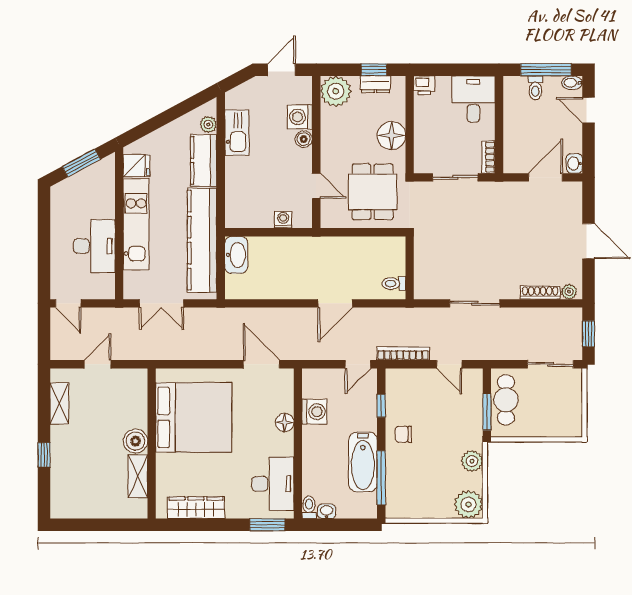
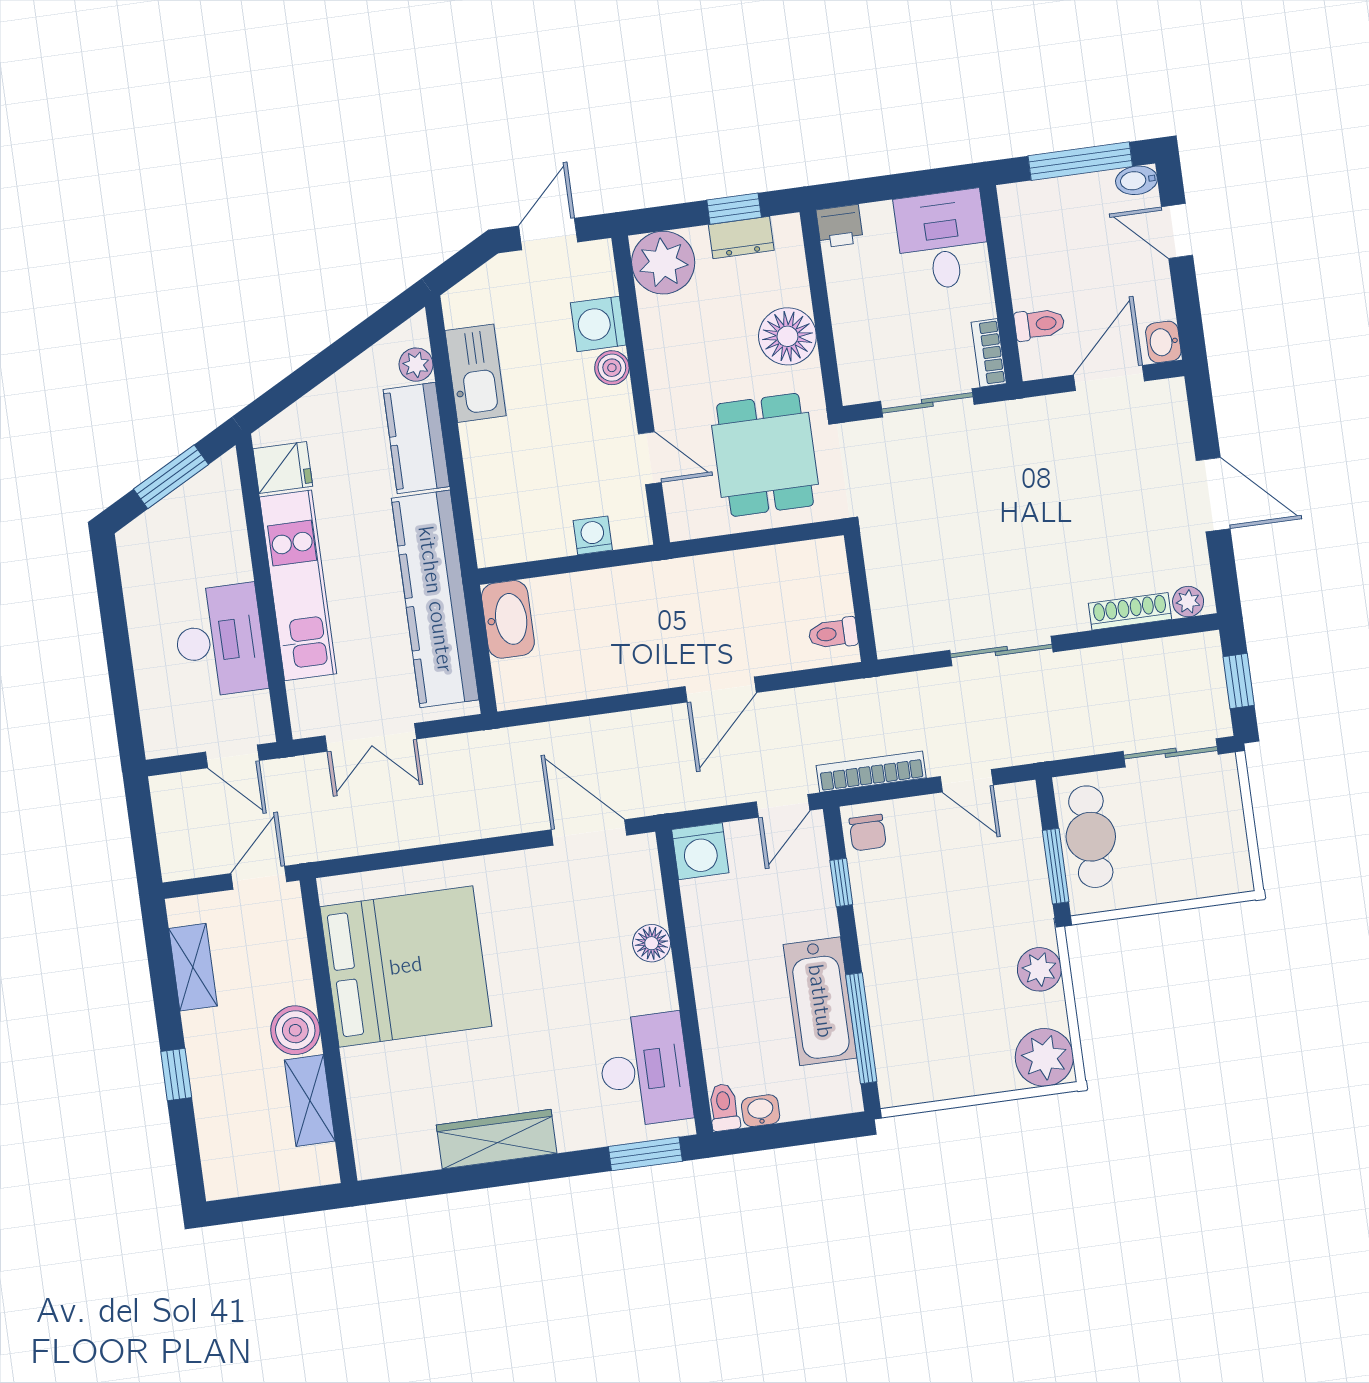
toilet: (535, 88) -> (1039, 324), moved, turned -90
door: (68, 303) -> (232, 756), moved
washing machine: (314, 412) -> (700, 851), moved, turned 90
bed: (194, 417) -> (406, 966), moved
chair: (403, 434) -> (868, 833), moved, turned -90
boiler: (136, 441) -> (295, 1030), moved
wall: (152, 444) -> (328, 1031), moved
shelving: (138, 476) -> (310, 1100), moved

